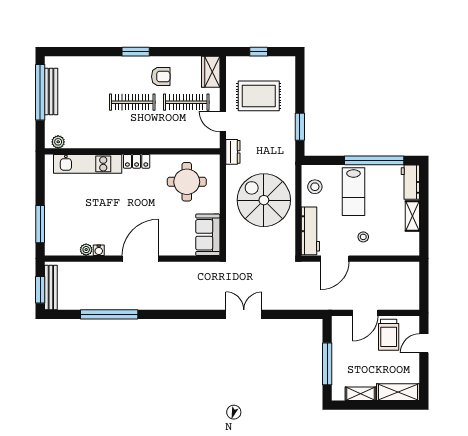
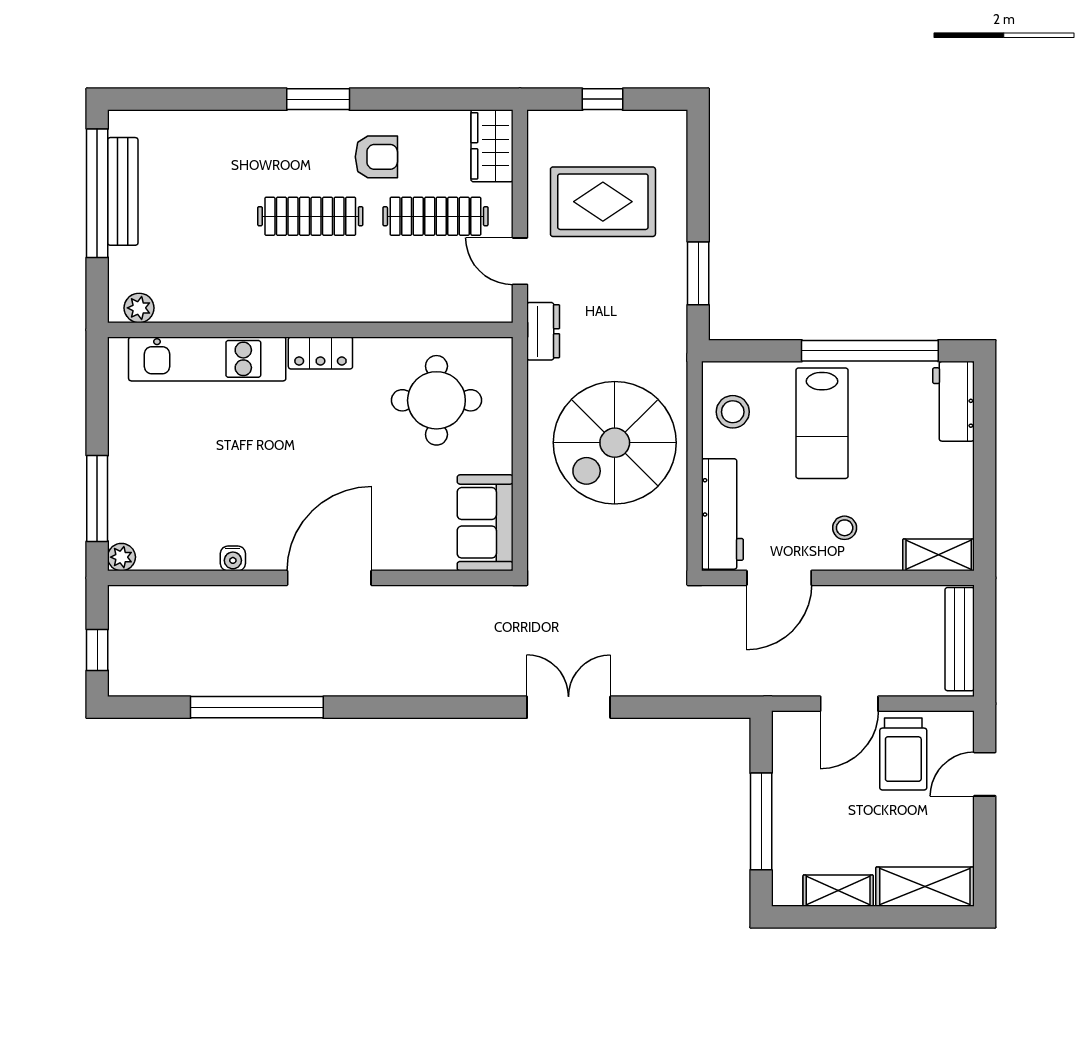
spiral stairs: (264, 200) -> (615, 443), turned -90
shelving: (412, 216) -> (939, 555), moved, turned 90
plant: (86, 250) -> (121, 557), moved
bench: (51, 288) -> (960, 639), moved
window: (40, 290) -> (97, 650), width x0.67

